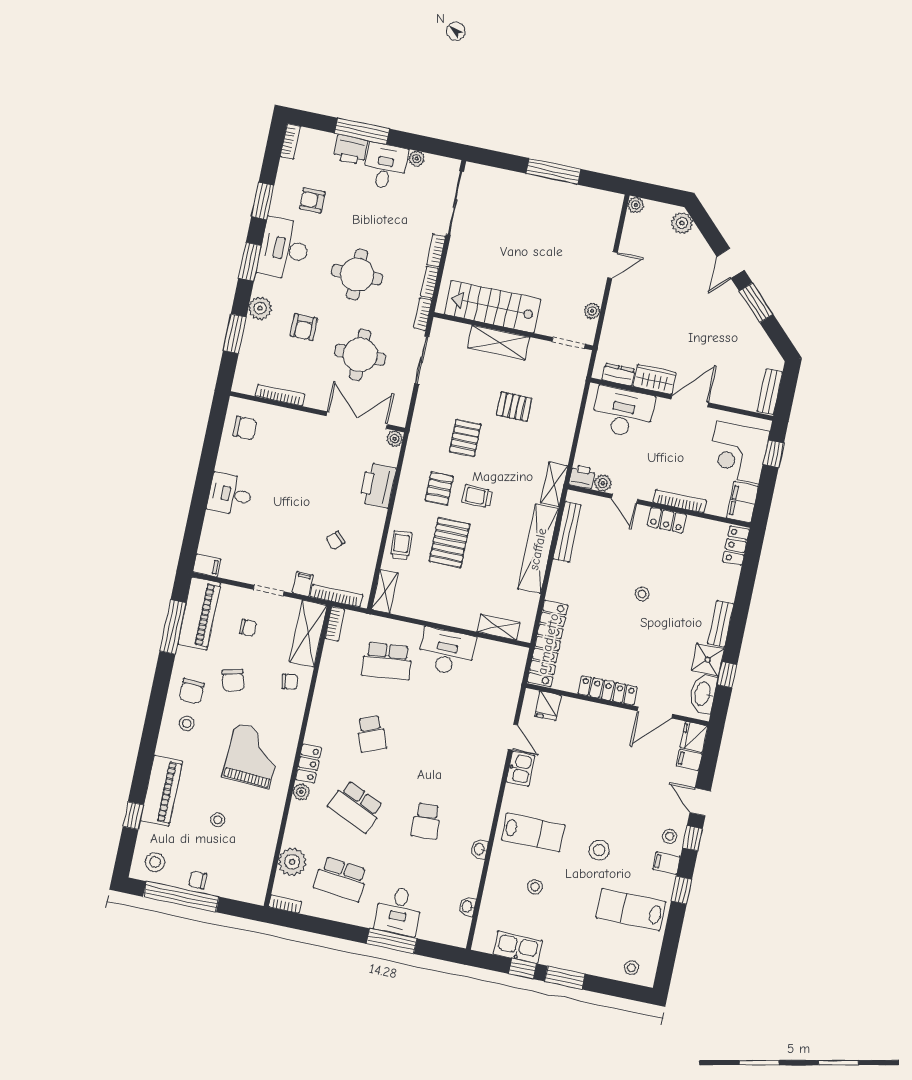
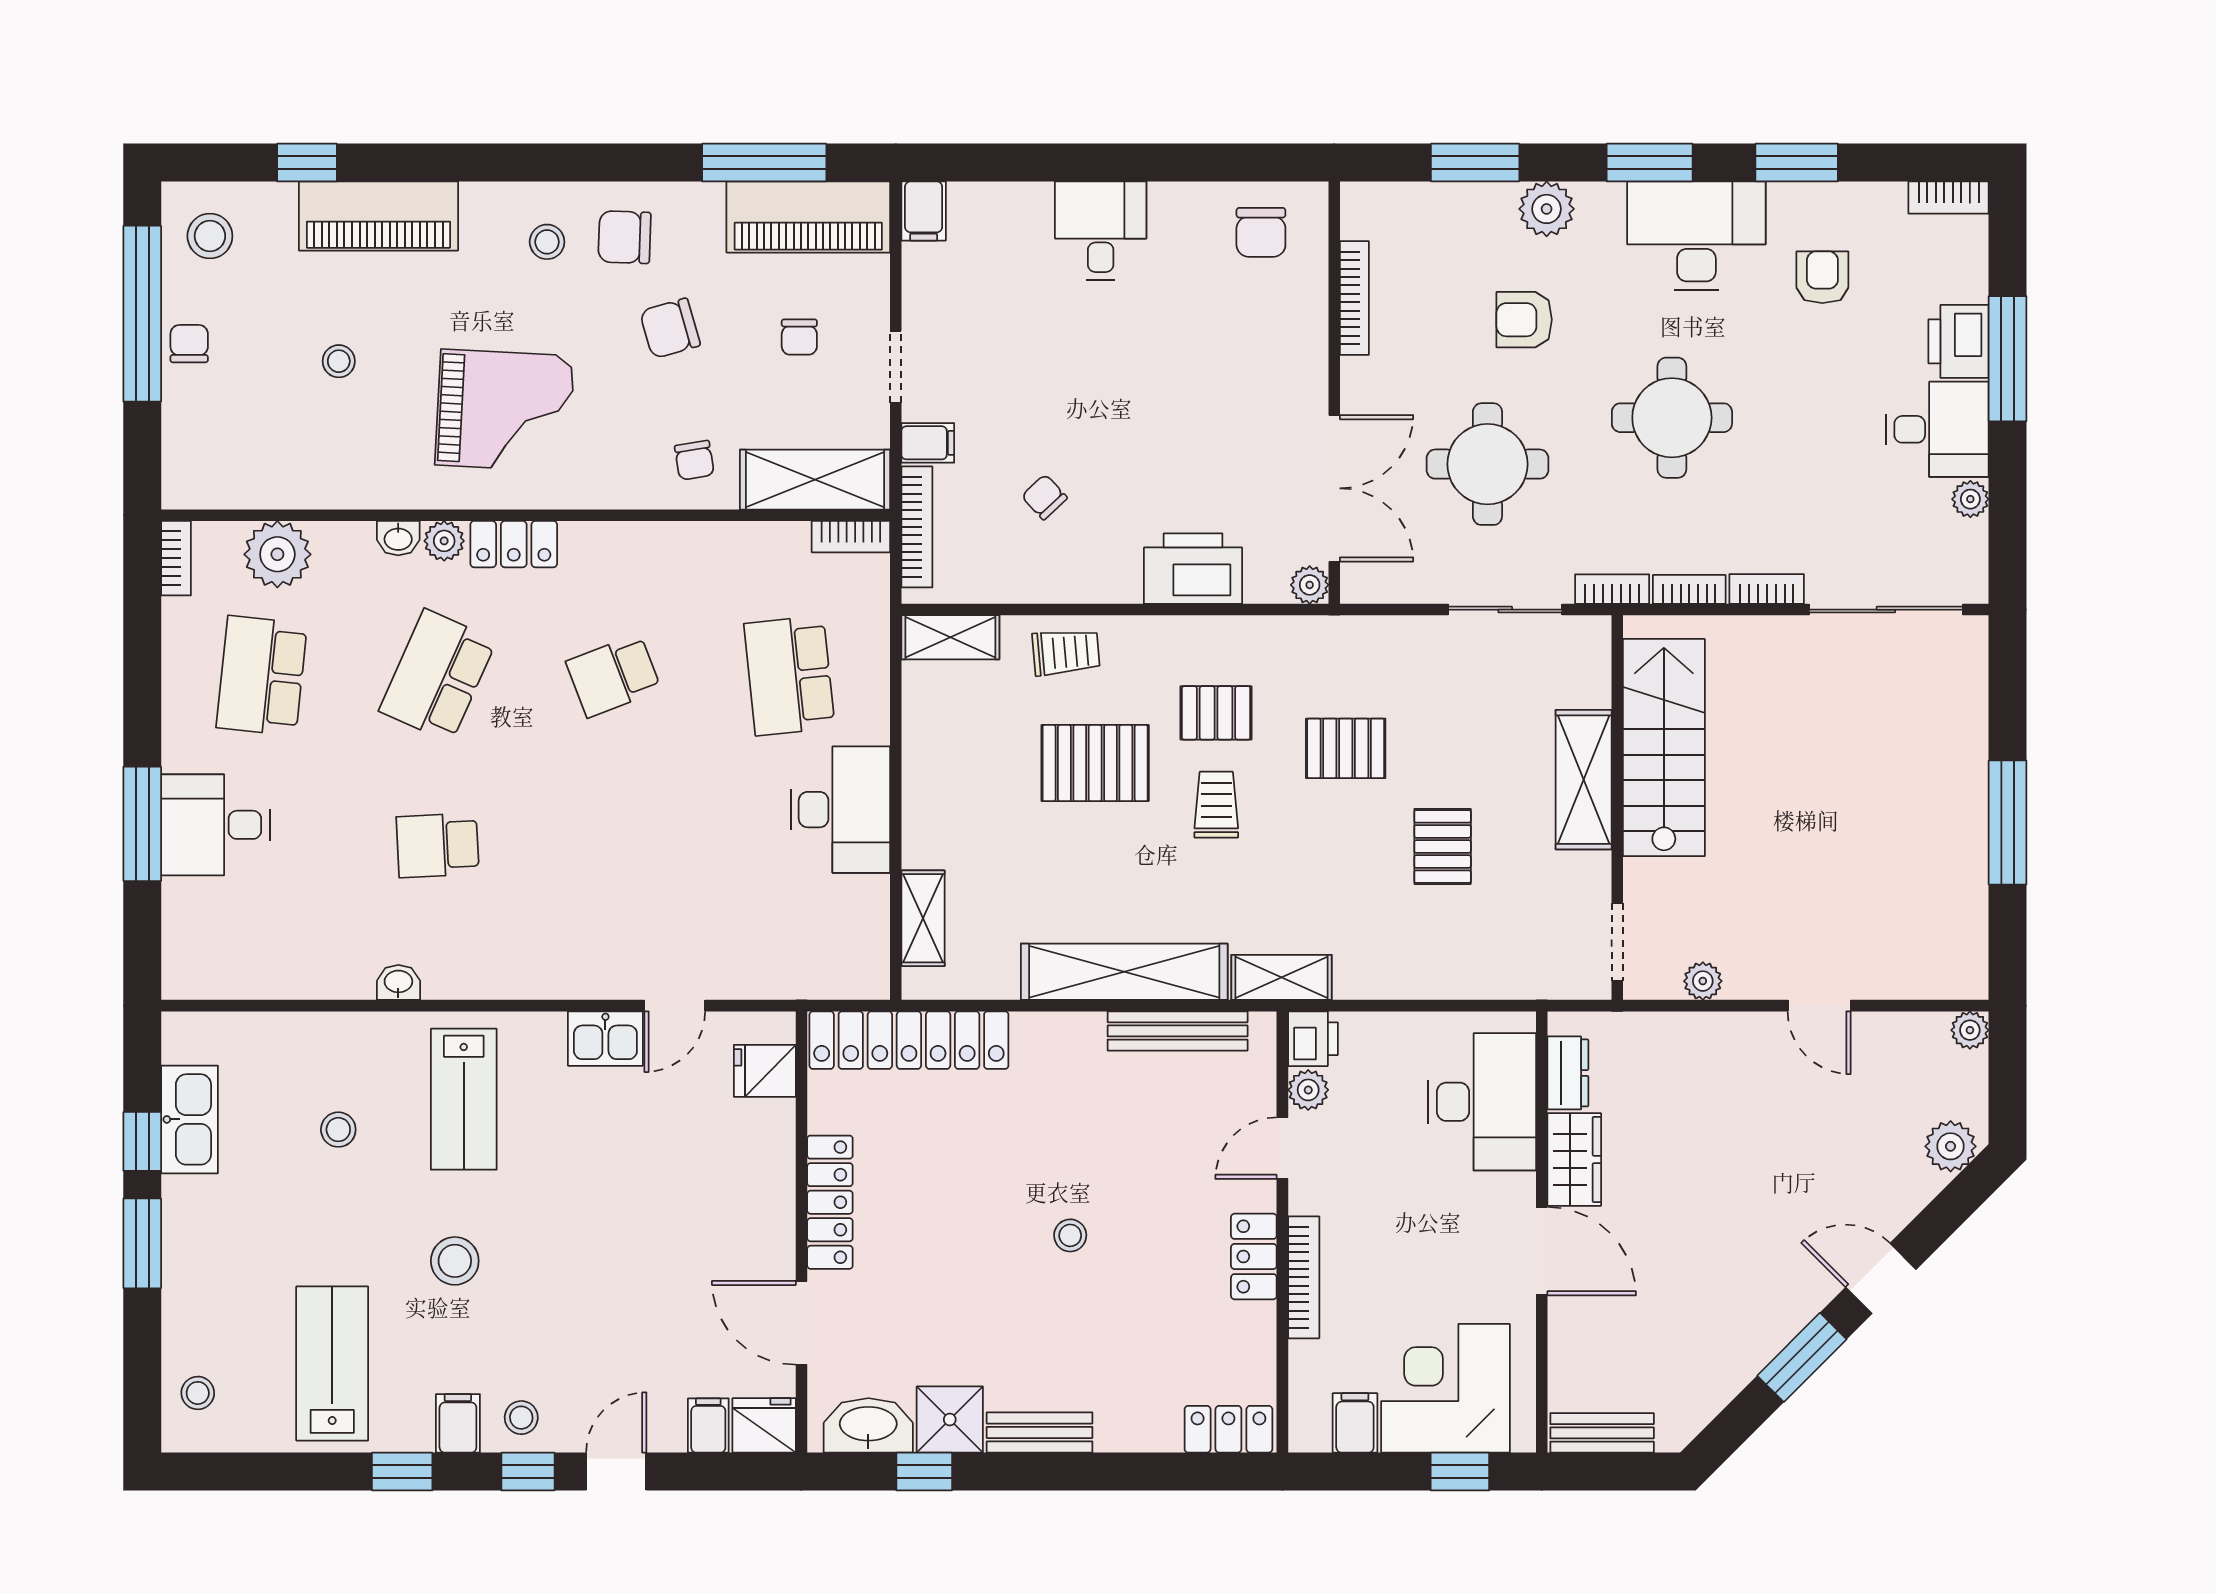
filing cabinet: (742, 502) -> (1355, 1423), width x0.50
washbasin: (467, 907) -> (398, 538), moved, turned 180

